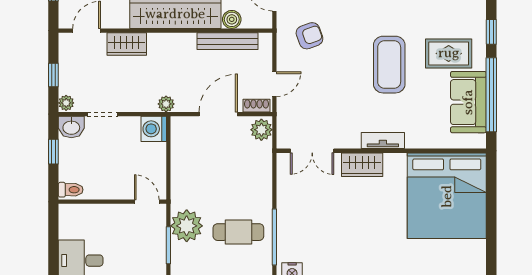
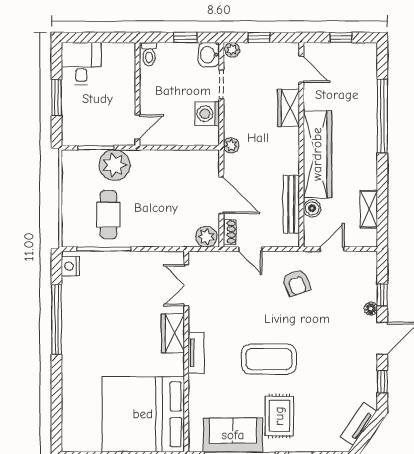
washing machine: (154, 129) -> (207, 114), moved, turned -90

